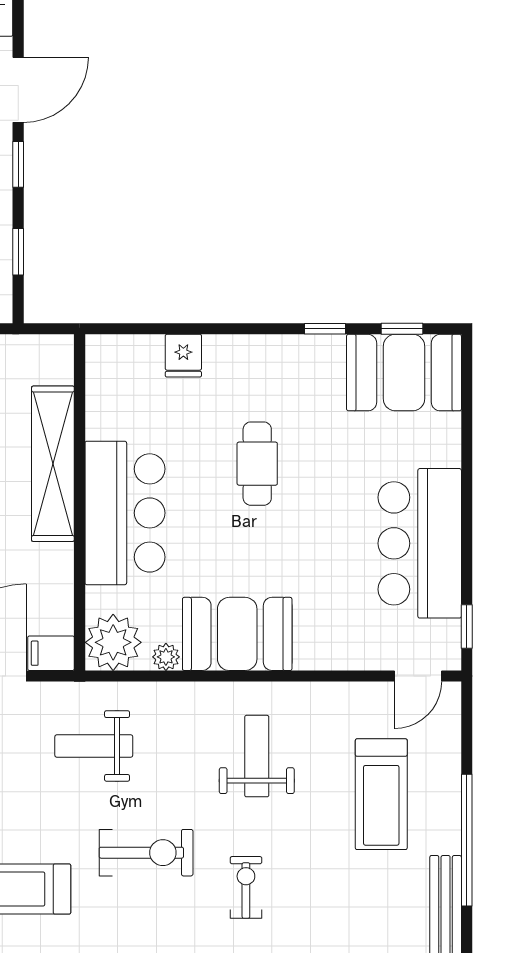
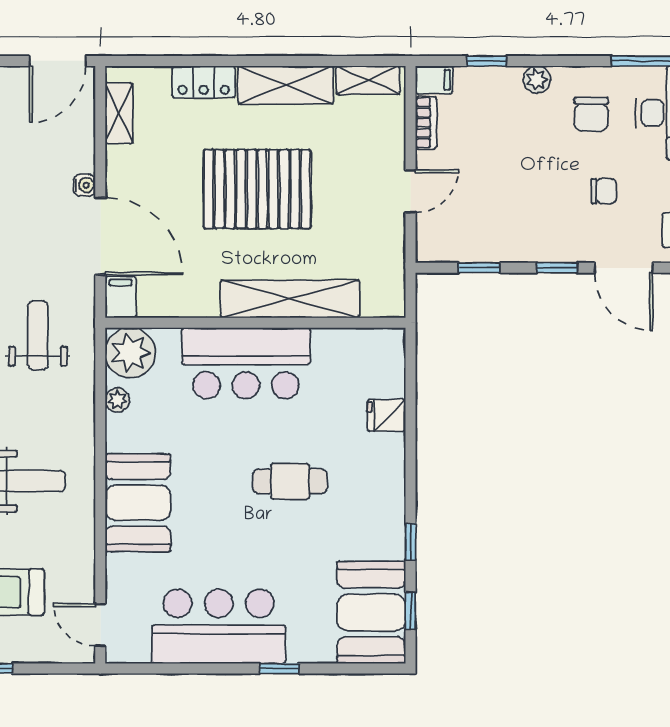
window: (467, 627) -> (280, 668), moved
booth: (237, 634) -> (138, 503), moved

